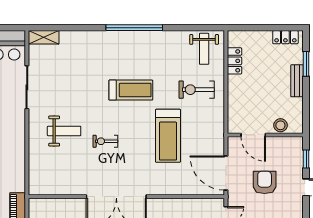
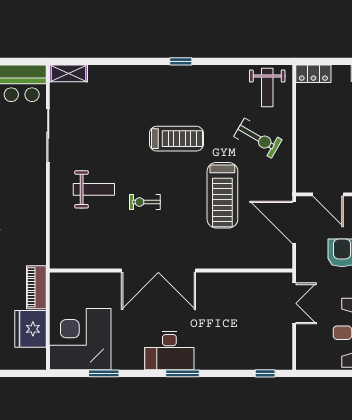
window: (134, 28) -> (181, 61), width x0.32
locker: (234, 61) -> (313, 74), moved, turned 90
exercise bike: (197, 90) -> (258, 138), turned -150
door: (226, 173) -> (294, 222), moved

